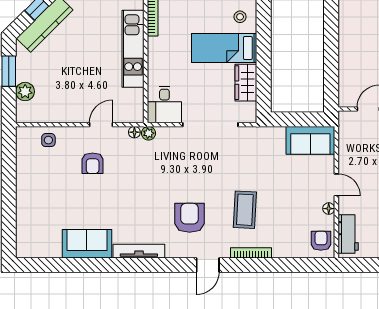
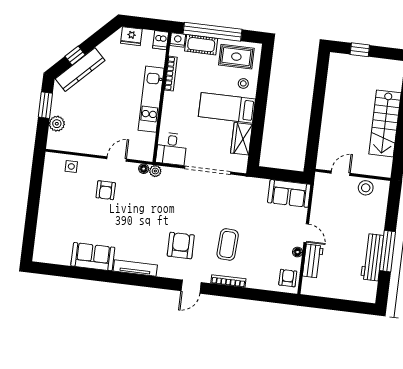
workbench: (348, 234) -> (313, 261), moved

